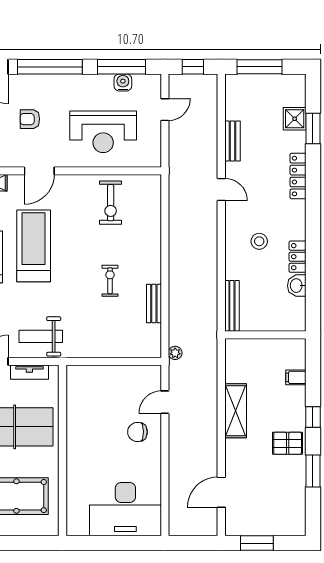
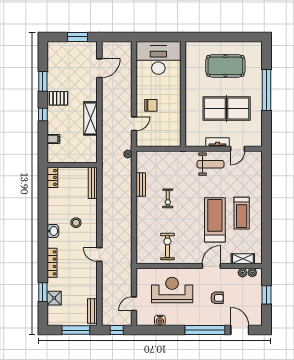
window: (121, 67) -> (161, 330), removed
bench: (232, 141) -> (92, 311), moved
treadmill: (34, 246) -> (215, 220), turned 180
locker: (298, 257) -> (52, 177), moved
washbasin: (297, 286) -> (53, 231), moved
wall: (63, 450) -> (183, 94), moved

